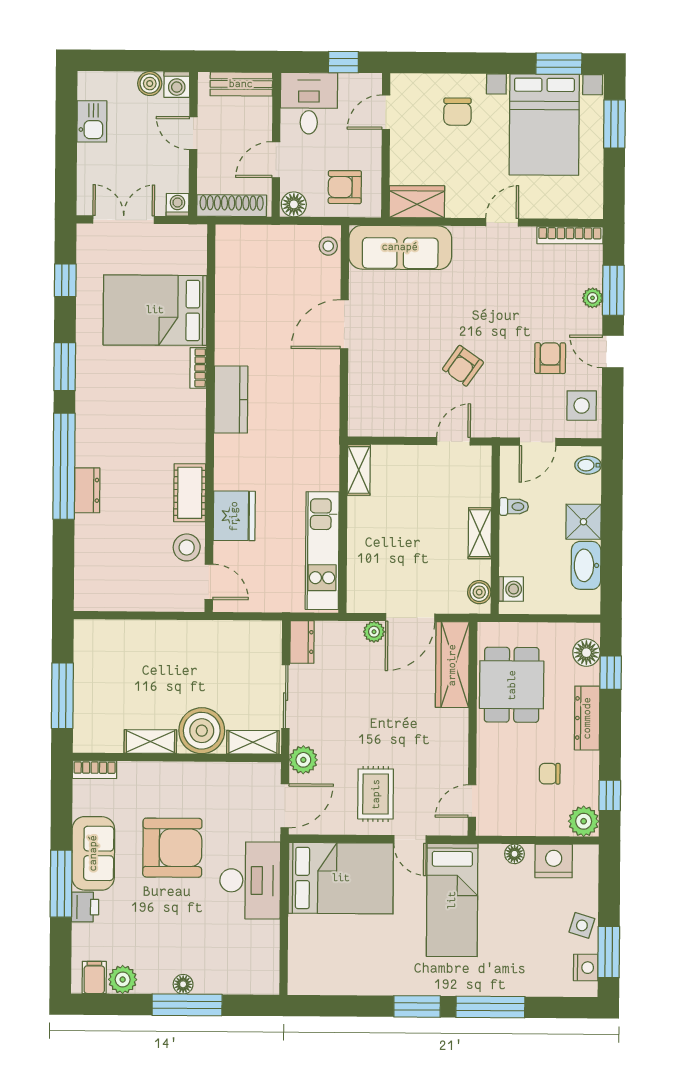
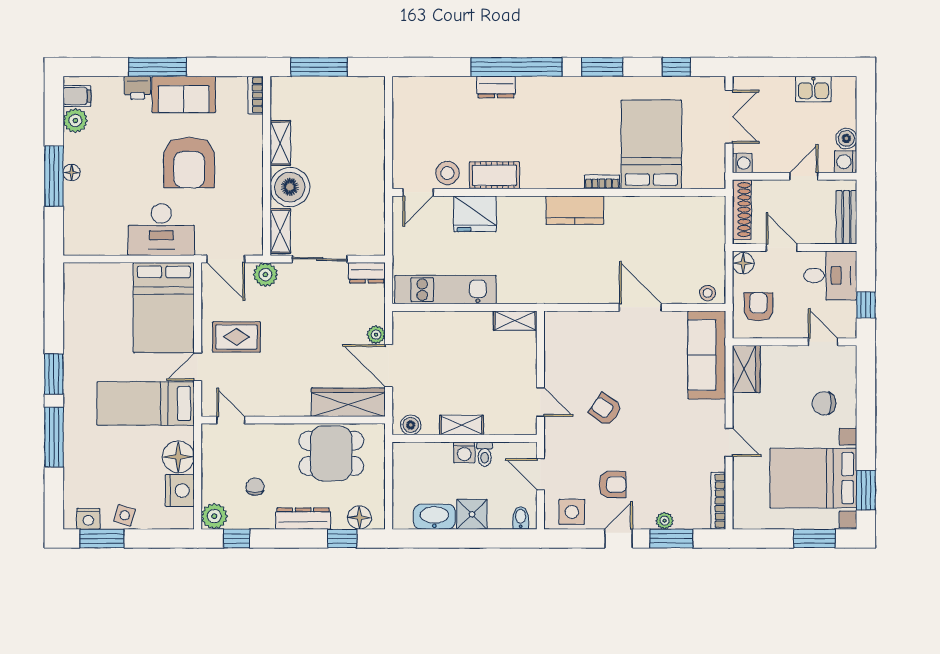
washing machine: (511, 589) -> (464, 452), moved
floor lamp: (514, 854) -> (178, 457), width x1.89, depth x1.89

